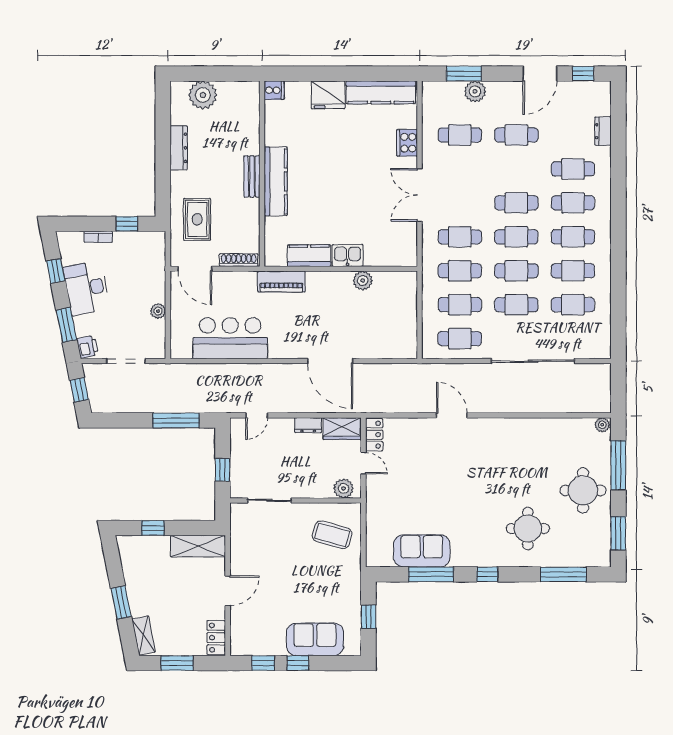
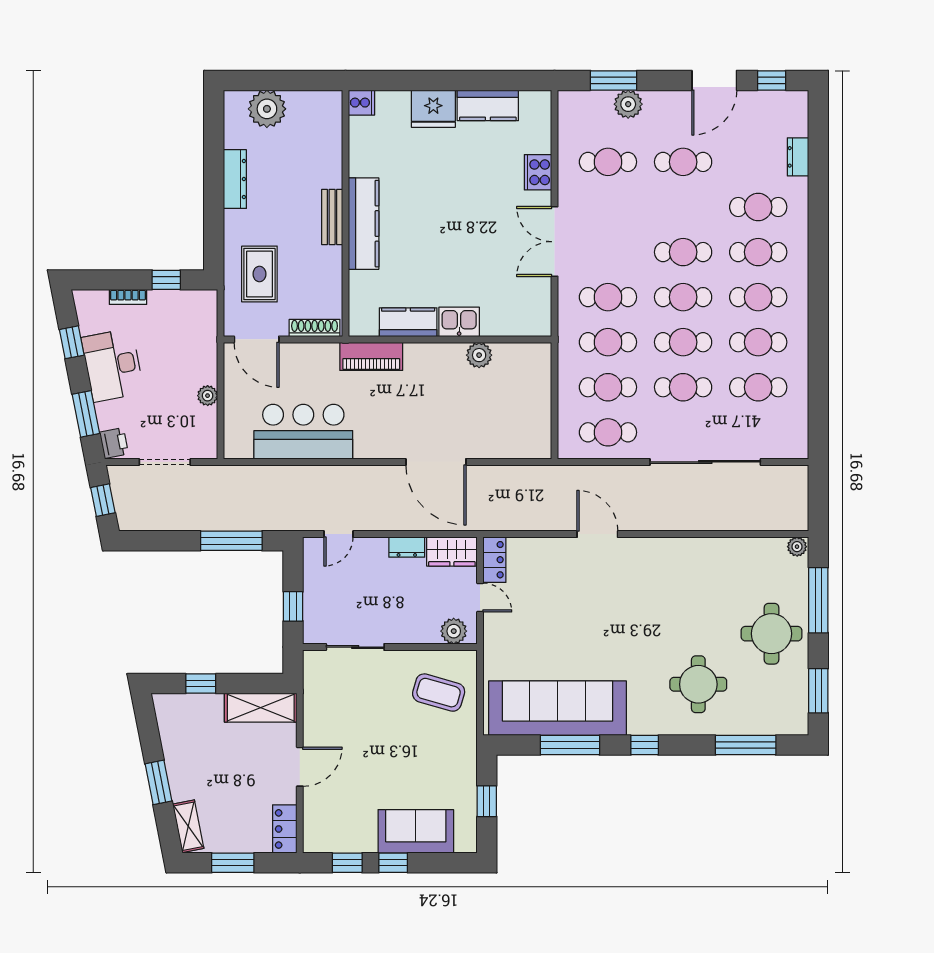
kitchen counter: (381, 92) -> (488, 105), width x0.67
sofa: (422, 551) -> (558, 708), width x1.85, depth x1.27

